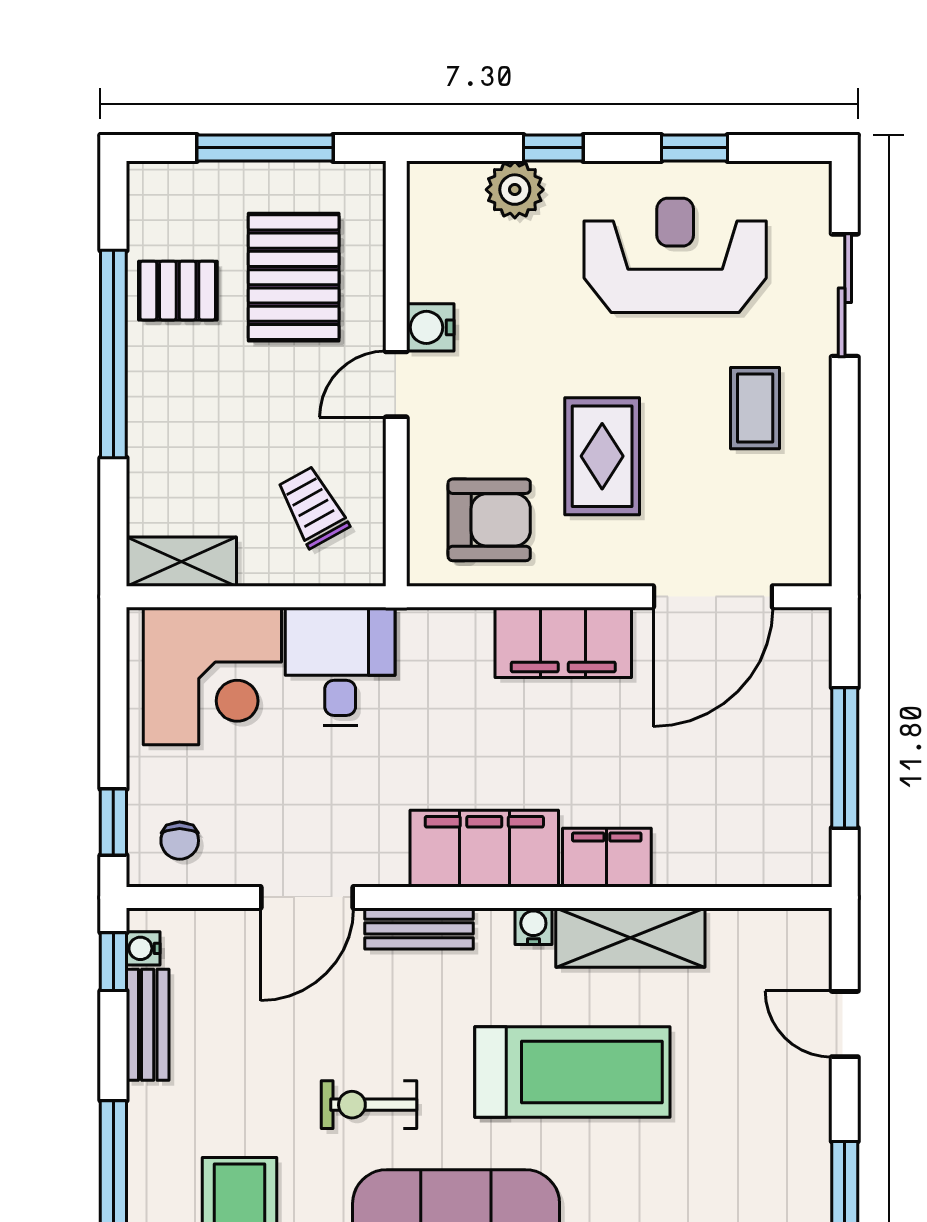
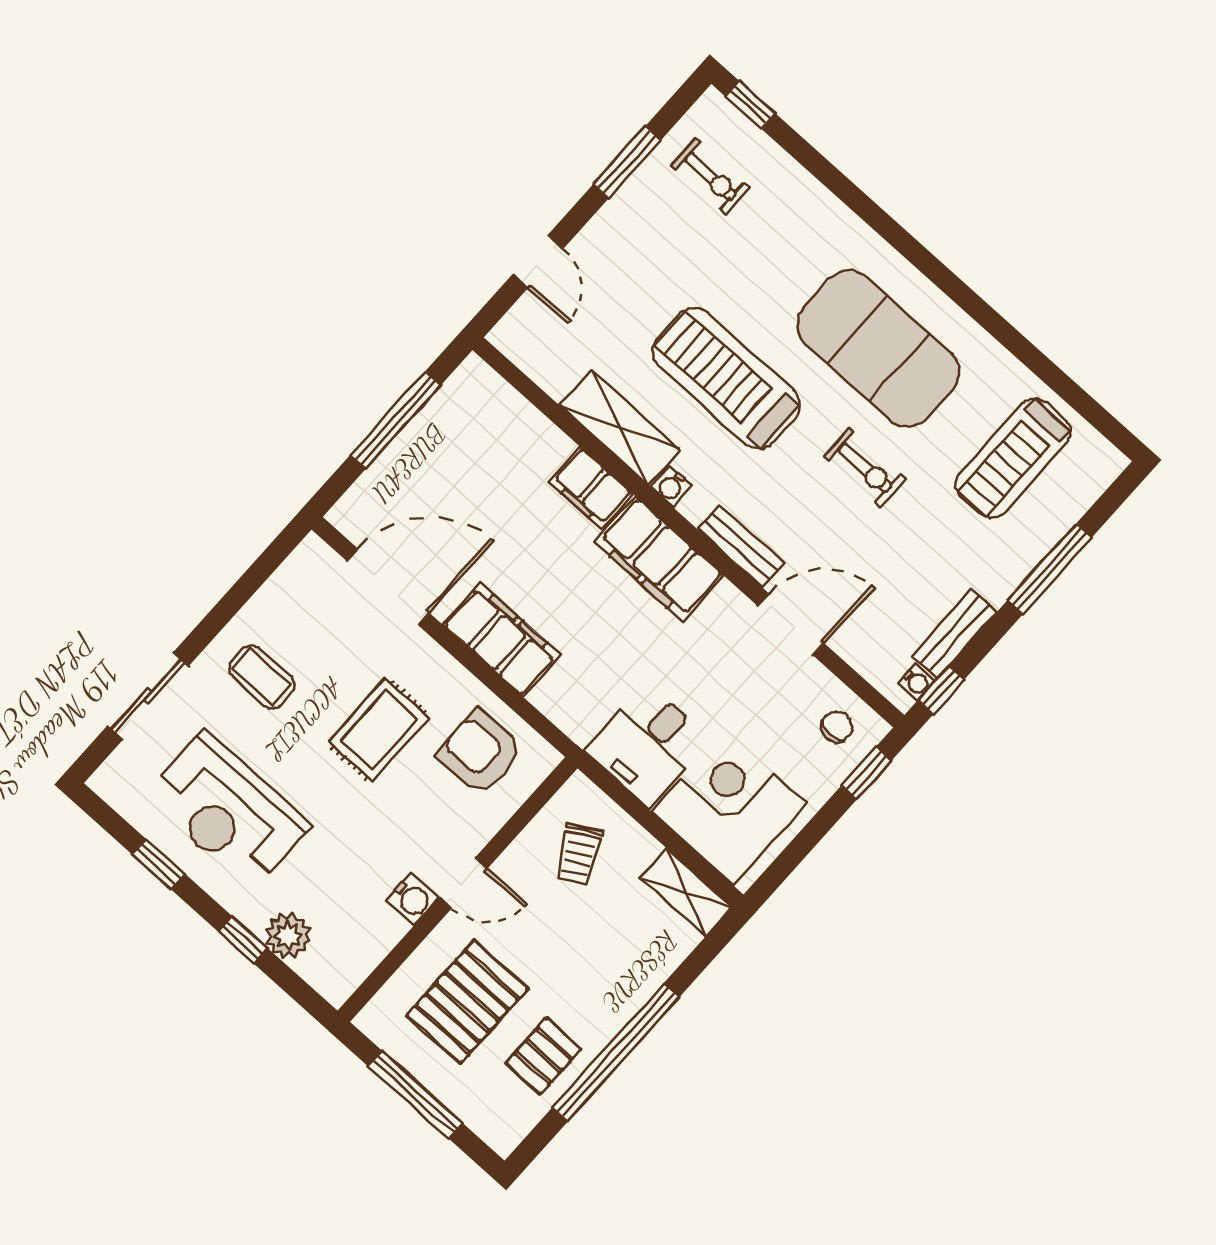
pallet: (178, 291) -> (543, 1056), turned 90
coffee table: (755, 408) -> (262, 677), turned 90

